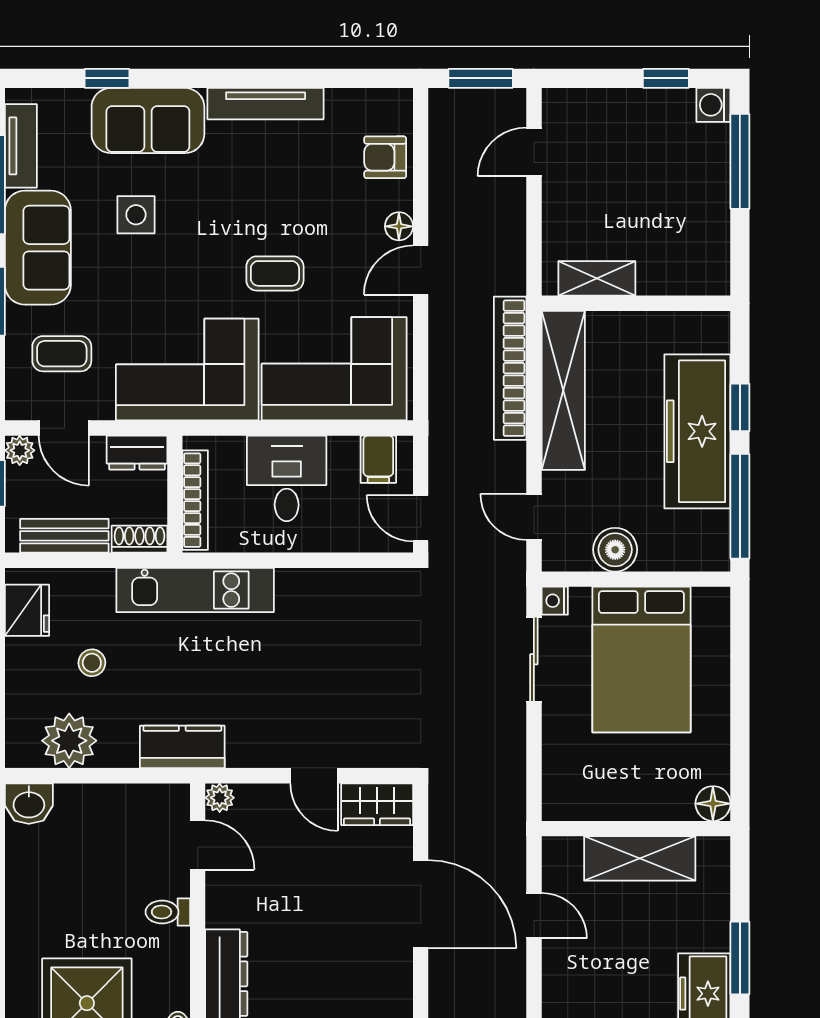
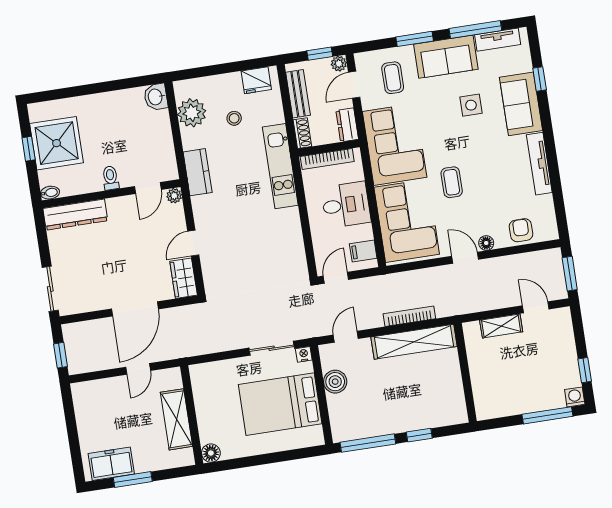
shelving: (597, 278) -> (501, 326), moved, turned 90
bookcase: (510, 368) -> (409, 316), width x0.68, depth x0.76
freezer: (697, 431) -> (403, 415), removed

